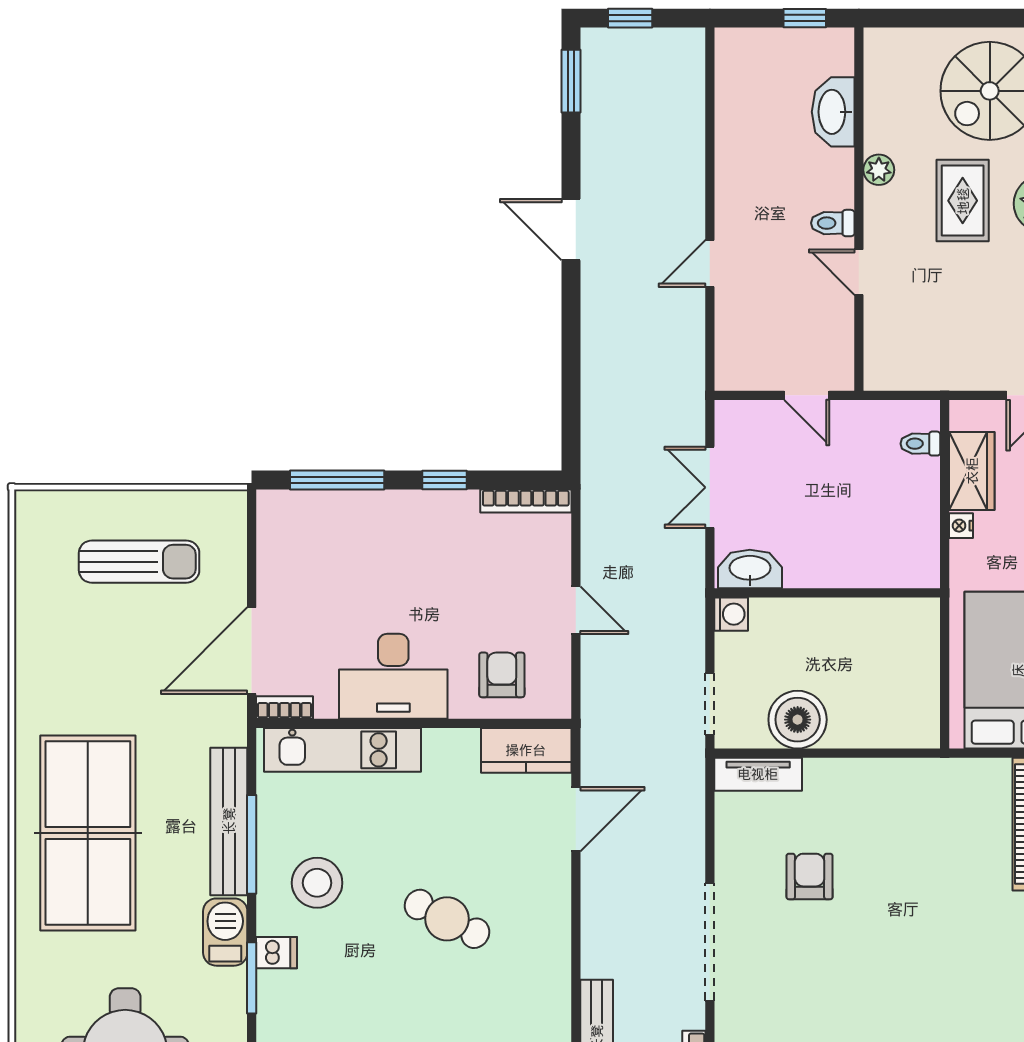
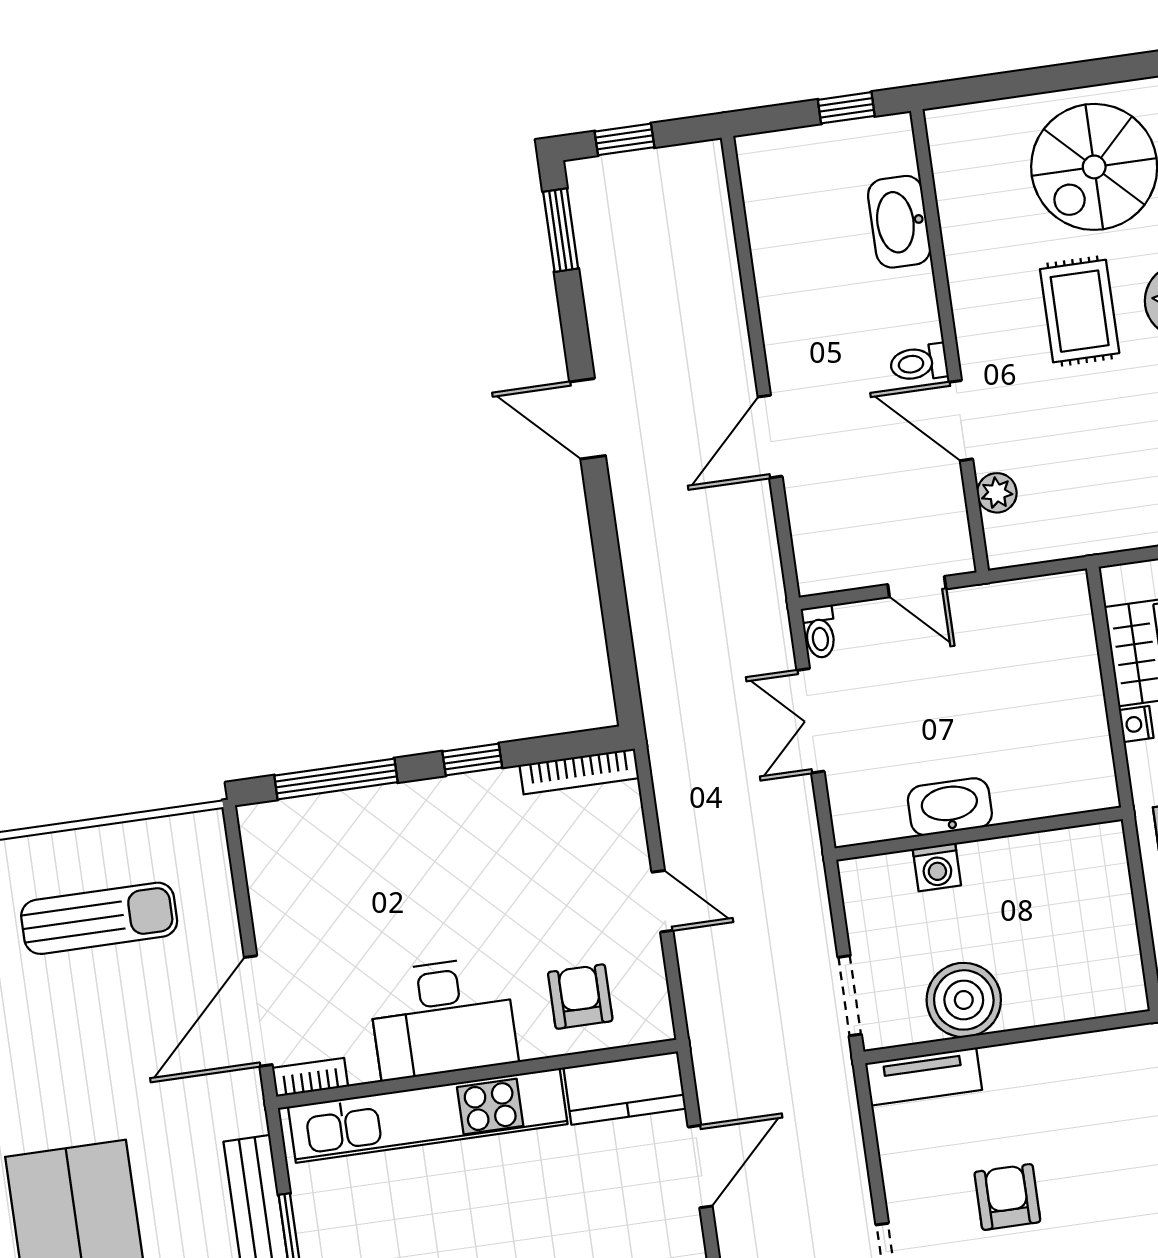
plant: (879, 170) -> (997, 493), moved
door: (710, 263) -> (770, 437), width x1.38
door: (859, 272) -> (961, 421), width x1.38
toilet: (920, 444) -> (819, 632), moved, turned -90
washbasin: (750, 569) -> (950, 807), moved
washing machine: (731, 614) -> (937, 867), moved, turned 90
kitchen unit: (342, 750) -> (428, 1115), width x1.36

